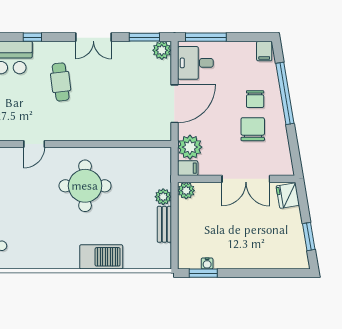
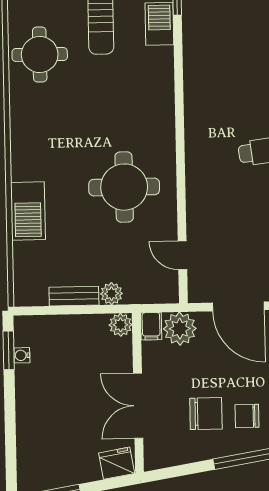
door: (34, 144) -> (182, 255), moved

